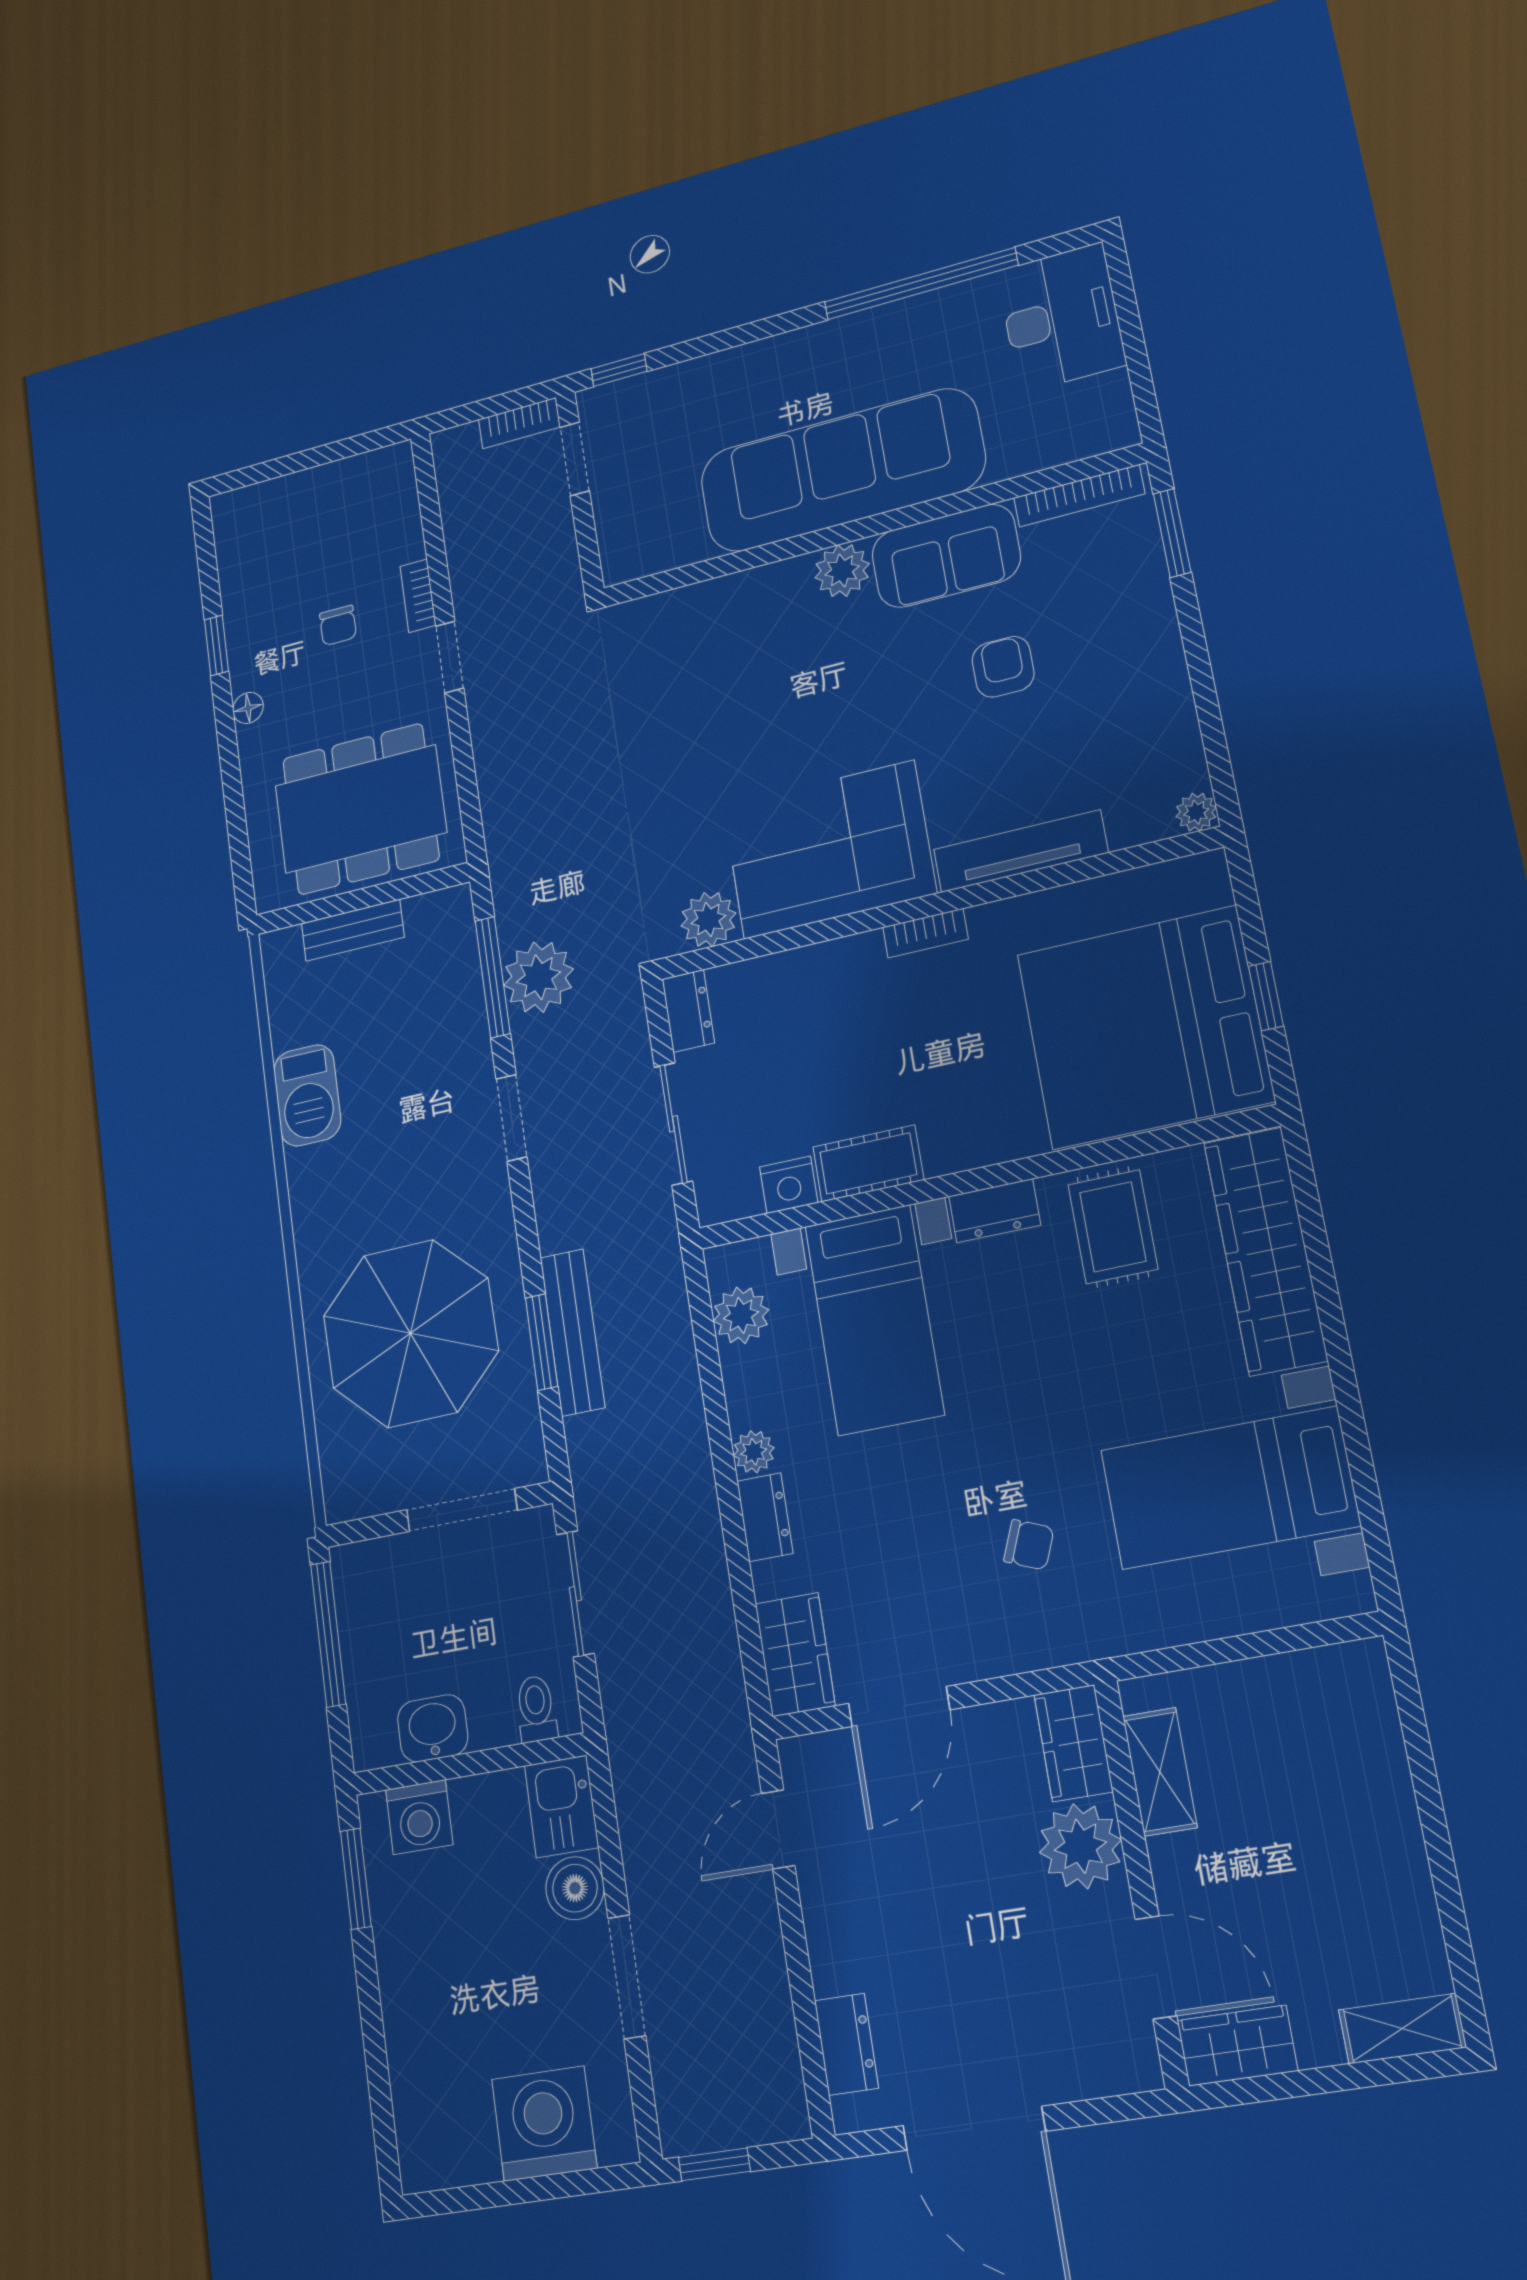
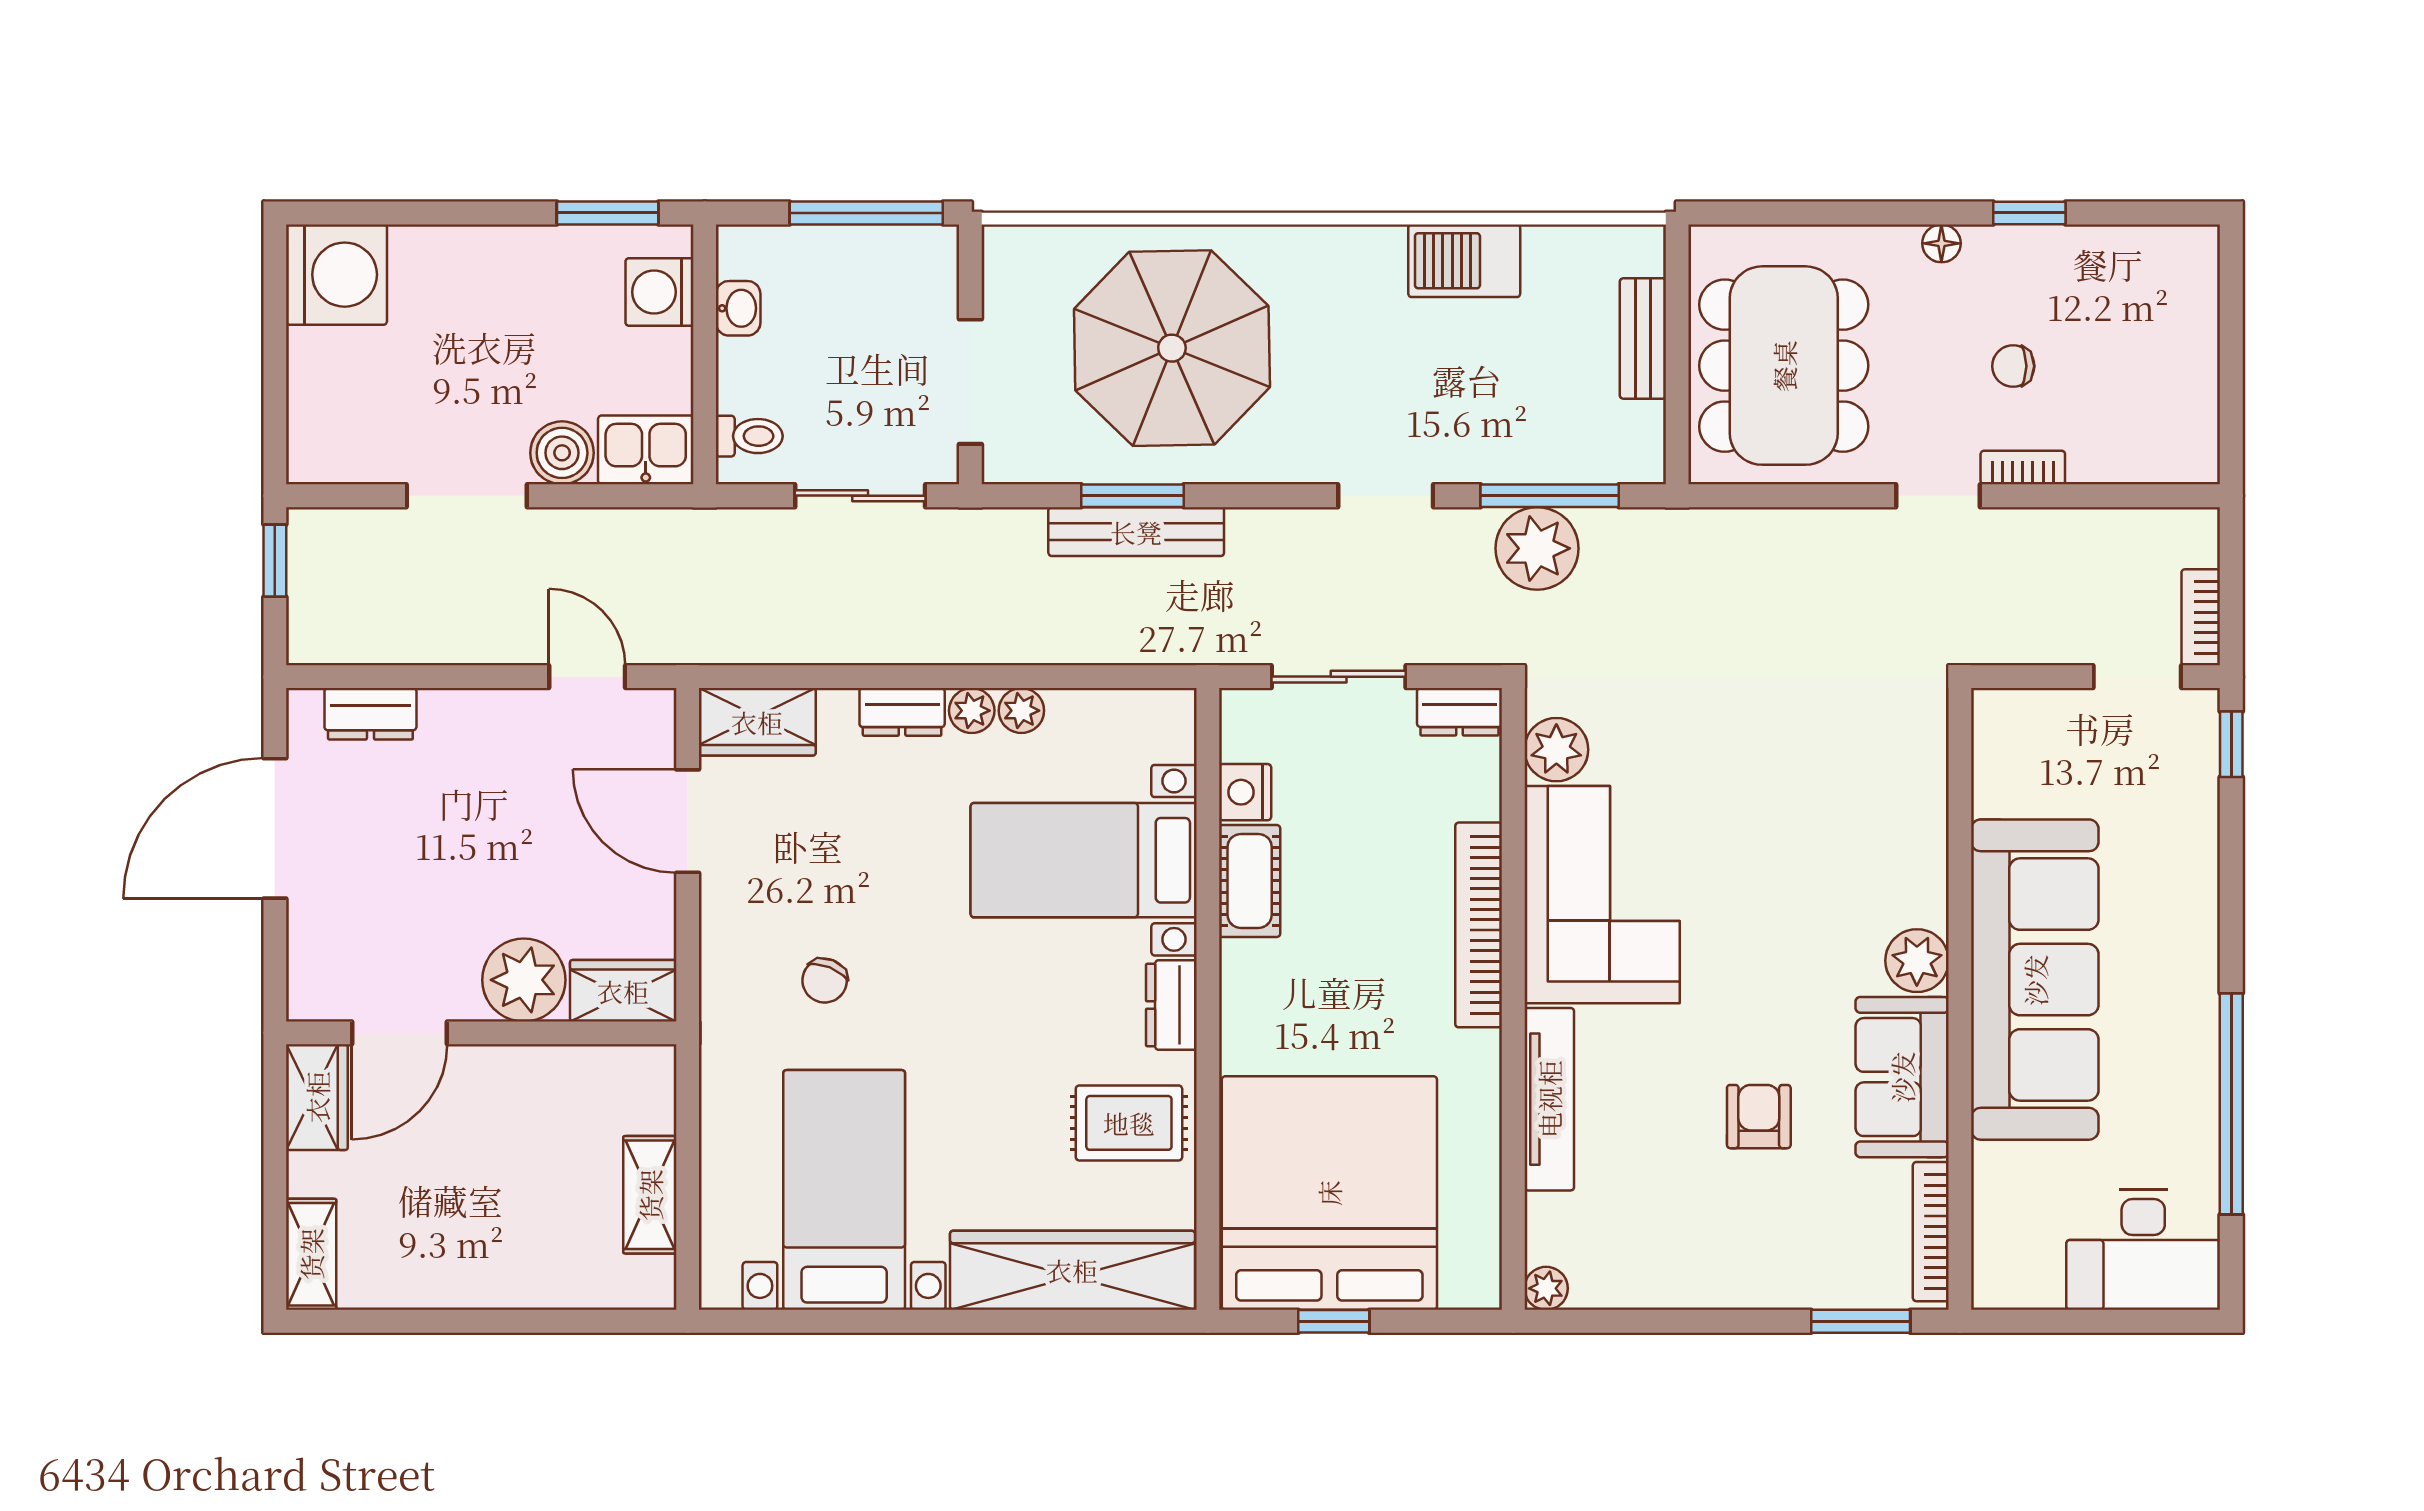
armchair: (1003, 667) -> (1759, 1117), turned -90
bookcase: (925, 933) -> (1479, 925), width x2.31, depth x1.31
plant: (741, 1315) -> (1021, 711), moved, width x0.73, depth x0.73
washbasin: (433, 1728) -> (738, 308), width x0.72, depth x0.69
shelving: (1160, 1772) -> (650, 1195), moved, turned 90
washing machine: (544, 2124) -> (337, 275), moved

